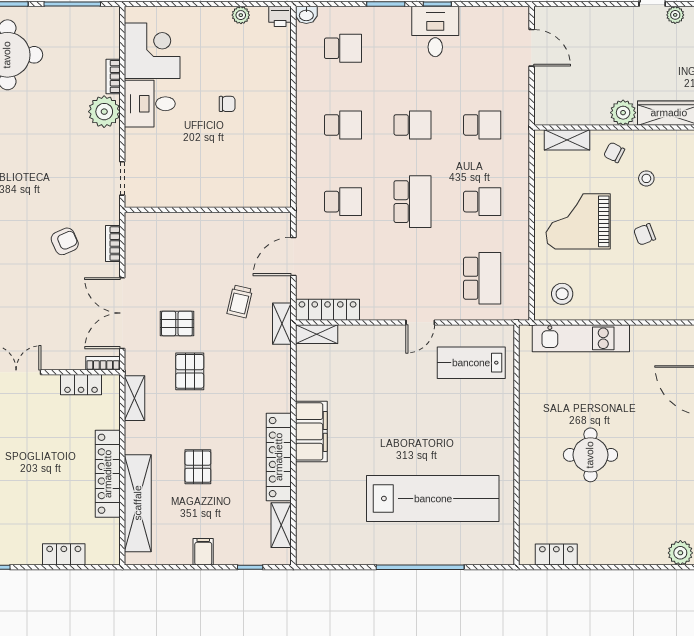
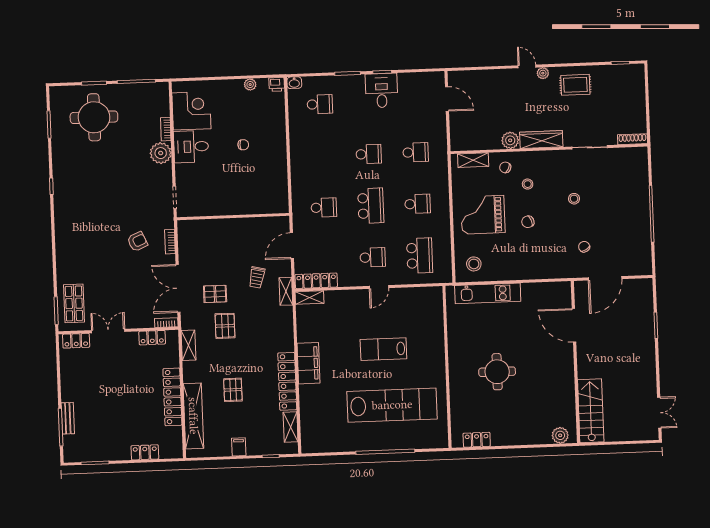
school desk: (343, 125) -> (373, 257), moved
lab bench: (471, 363) -> (383, 349), moved

